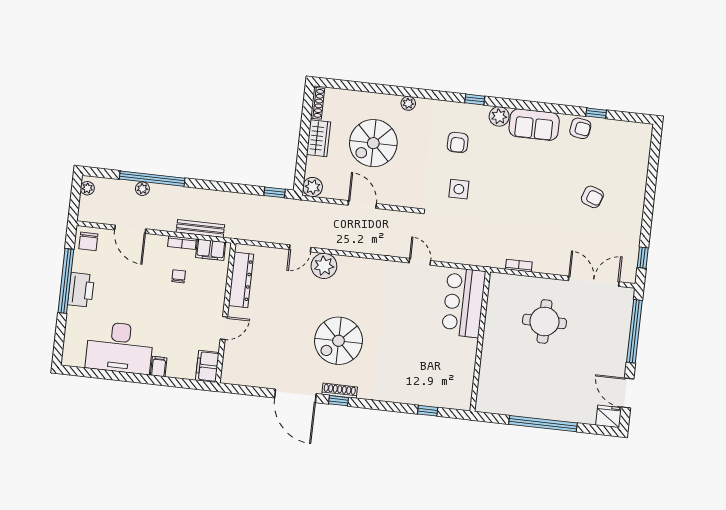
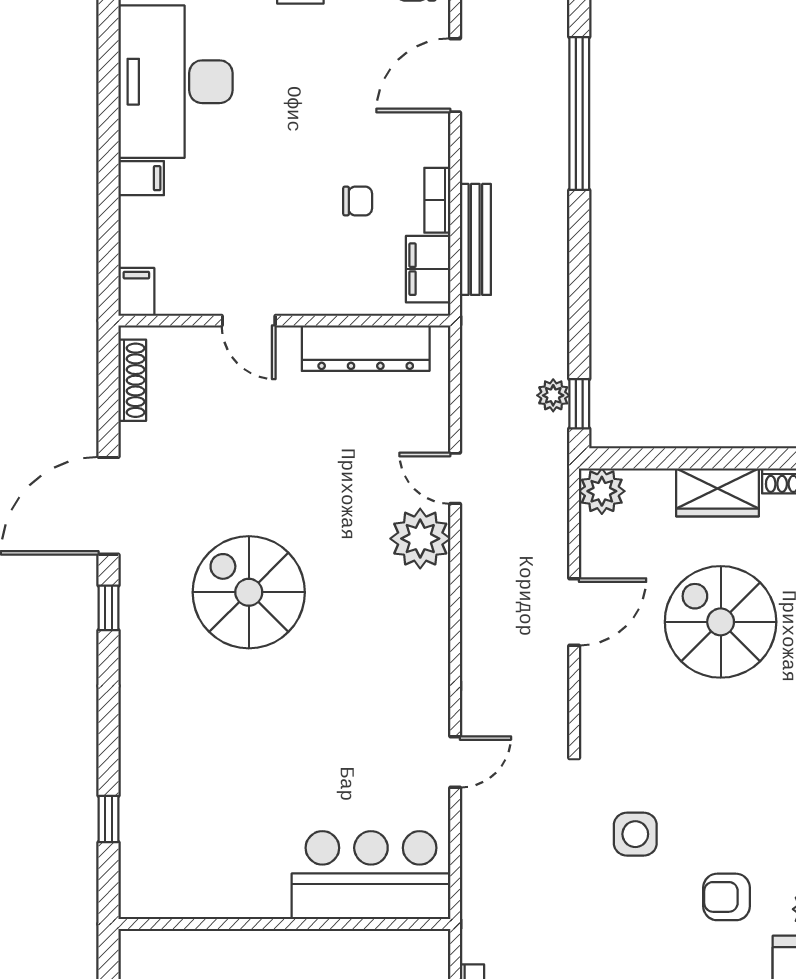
armchair: (458, 142) -> (727, 897), moved
plant: (142, 189) -> (553, 395), moved
filing cabinet: (207, 366) -> (136, 292), width x0.50
shoe rack: (340, 391) -> (132, 380), moved

